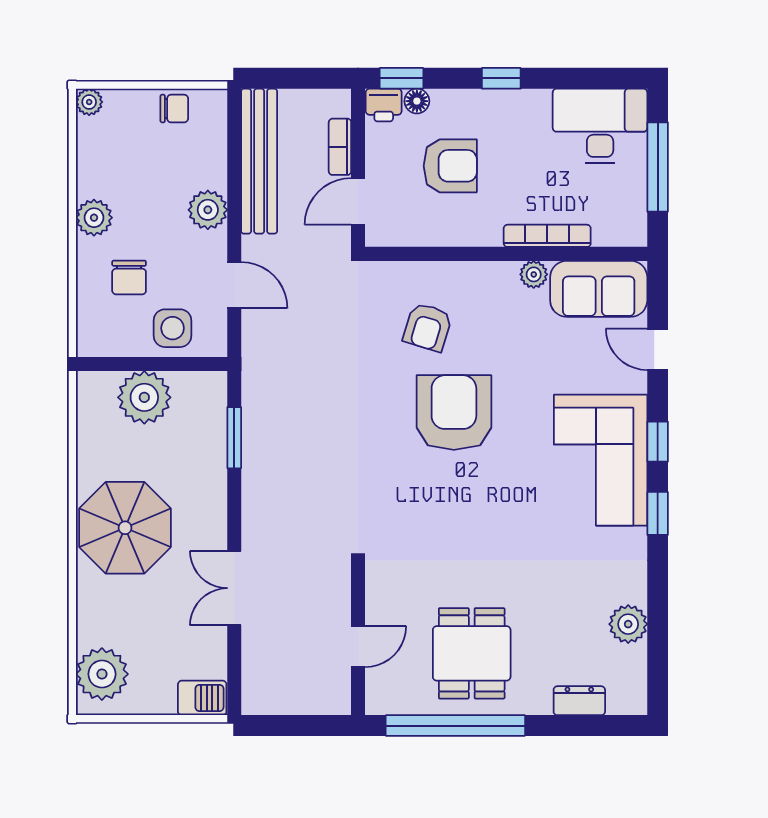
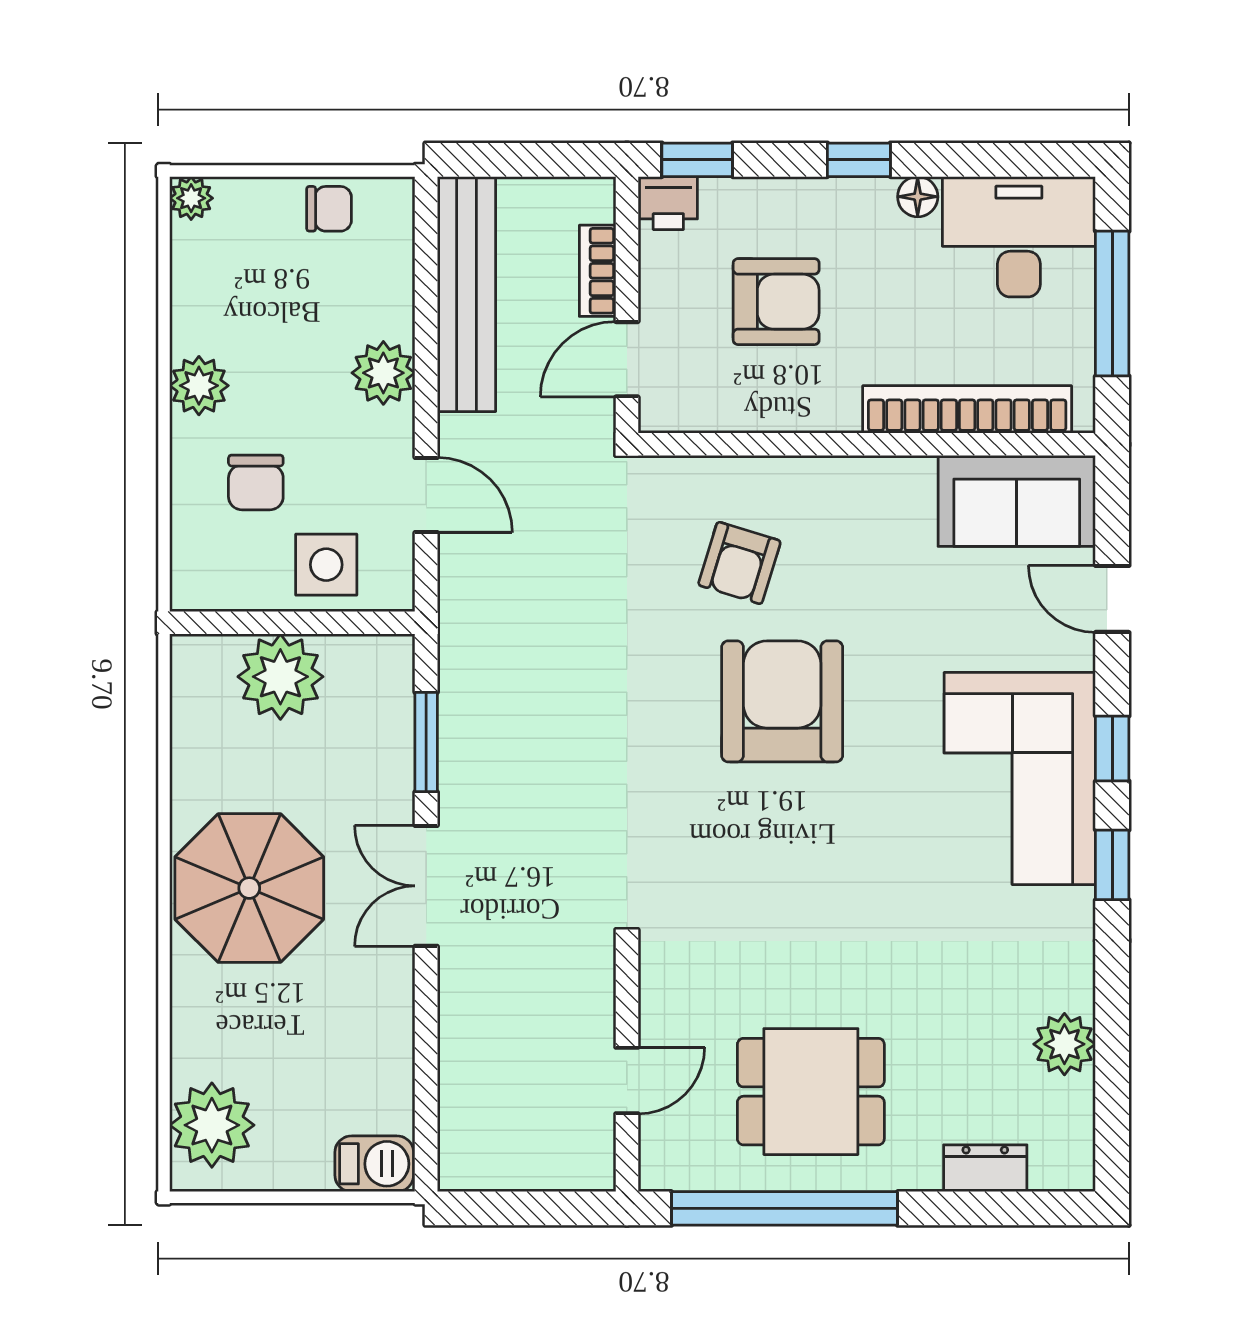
floor lamp: (417, 101) -> (918, 197), moved
bookcase: (547, 236) -> (967, 409), width x1.48, depth x1.31
plant: (534, 274) -> (911, 478), removed
double door: (234, 588) -> (426, 886), moved
dining table: (472, 653) -> (811, 1092), turned 90

